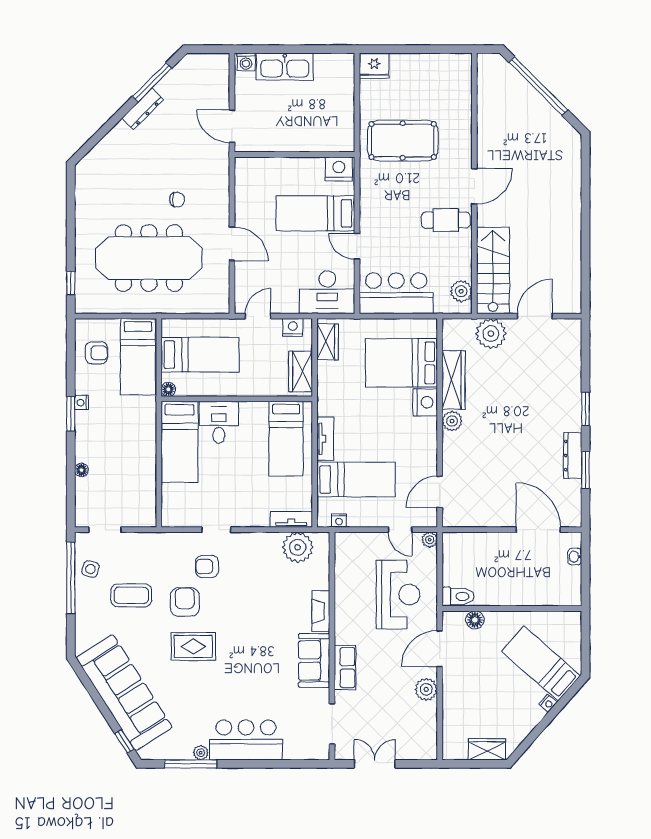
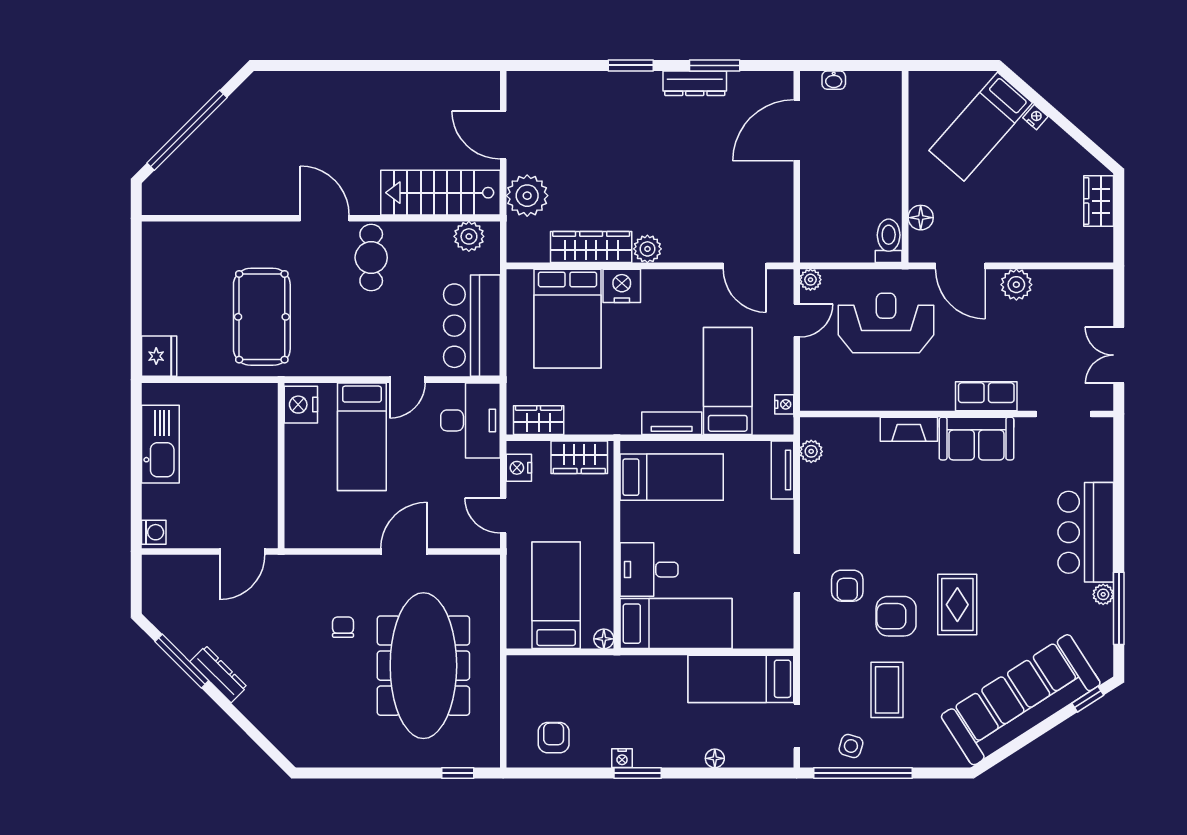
kitchen sink: (285, 67) -> (160, 444), moved
bed: (138, 357) -> (741, 679), moved, turned 180
plant: (298, 547) -> (811, 451), width x0.53, depth x0.53

